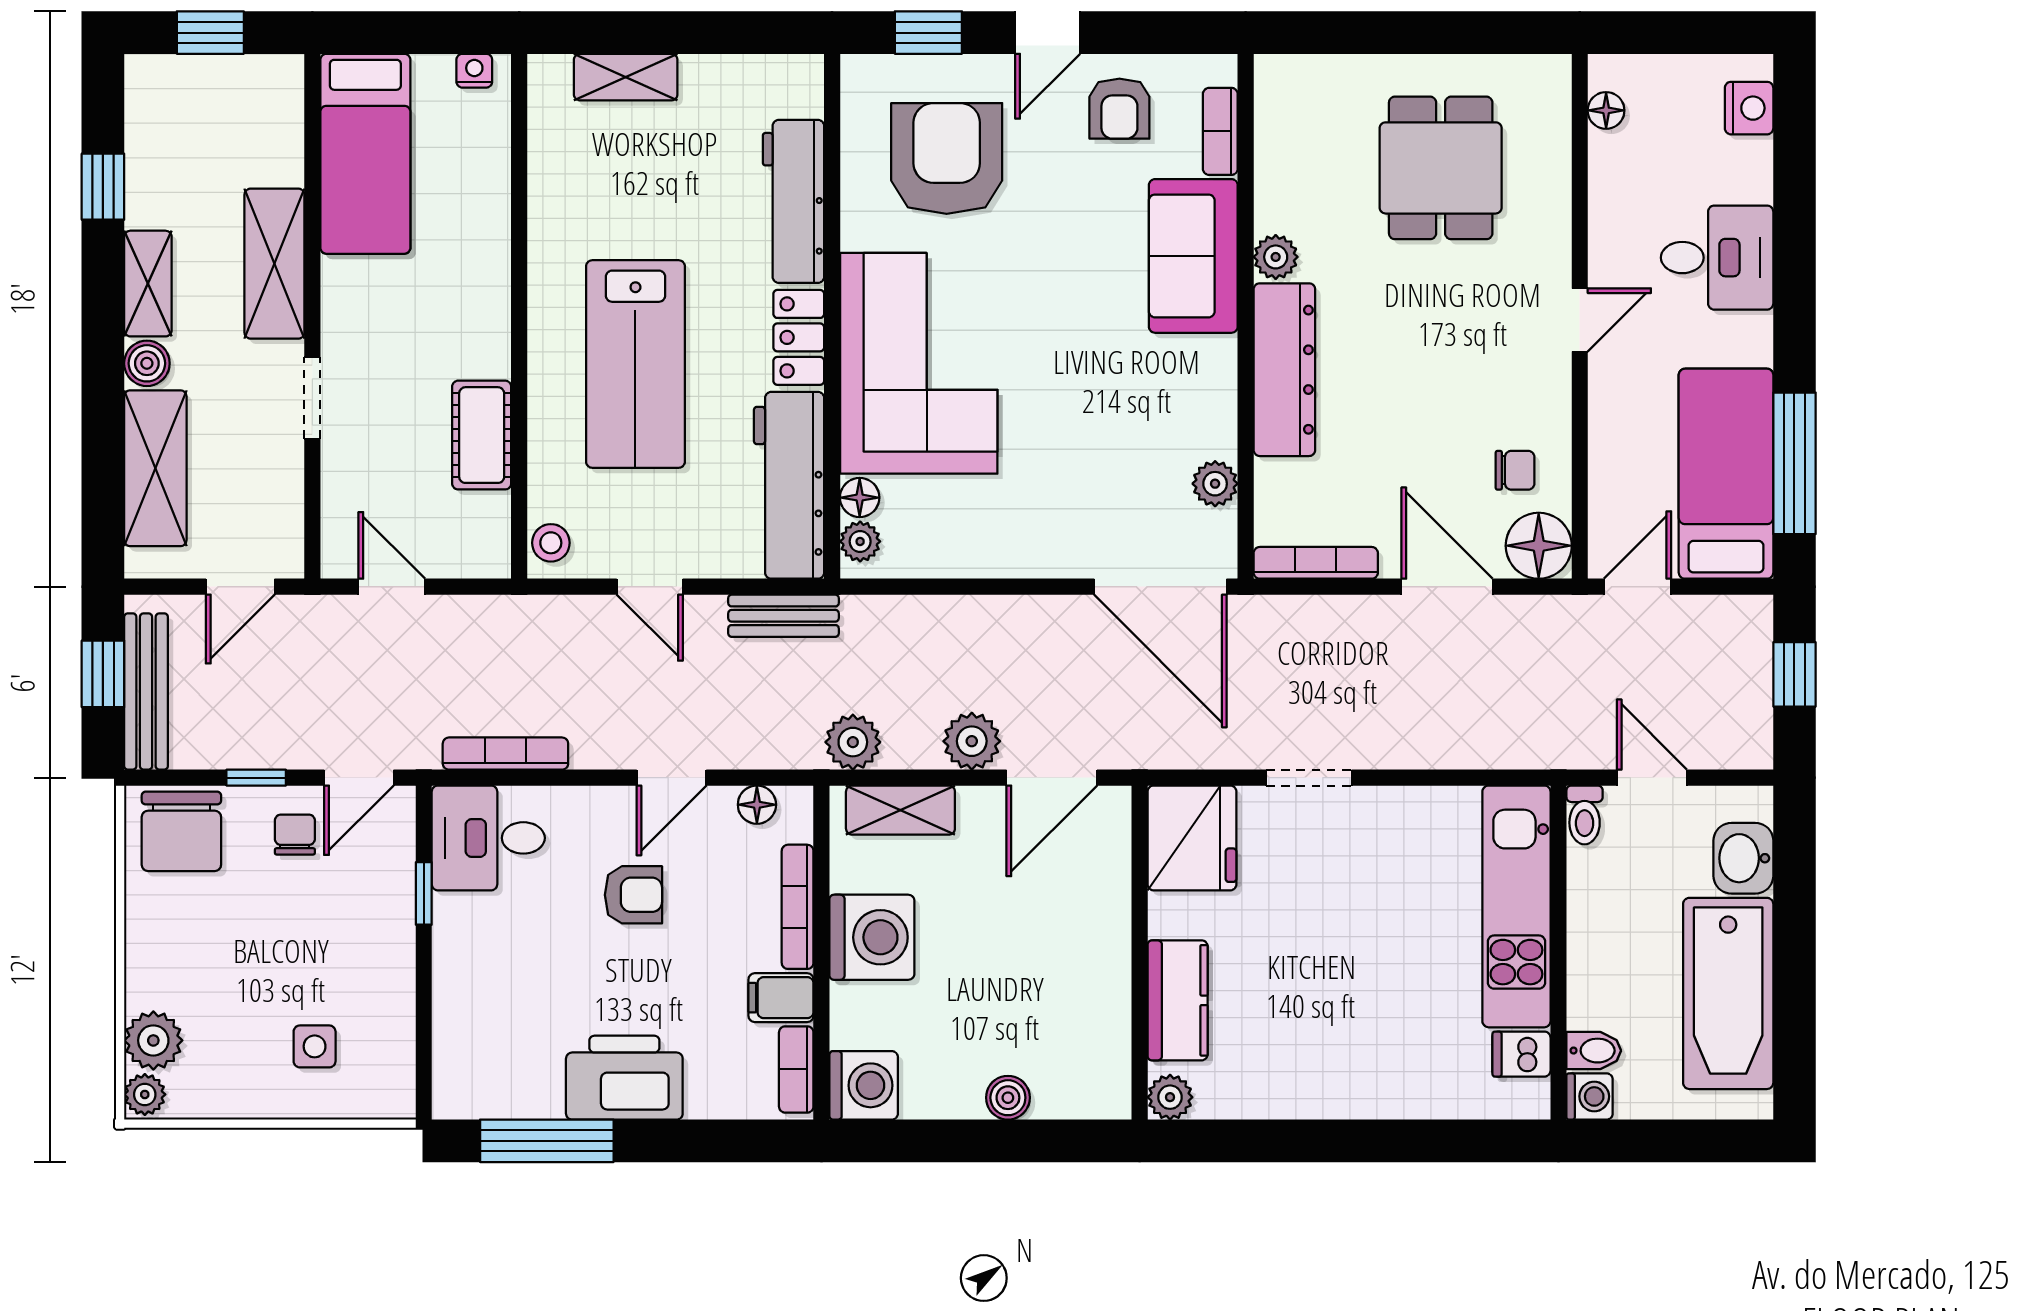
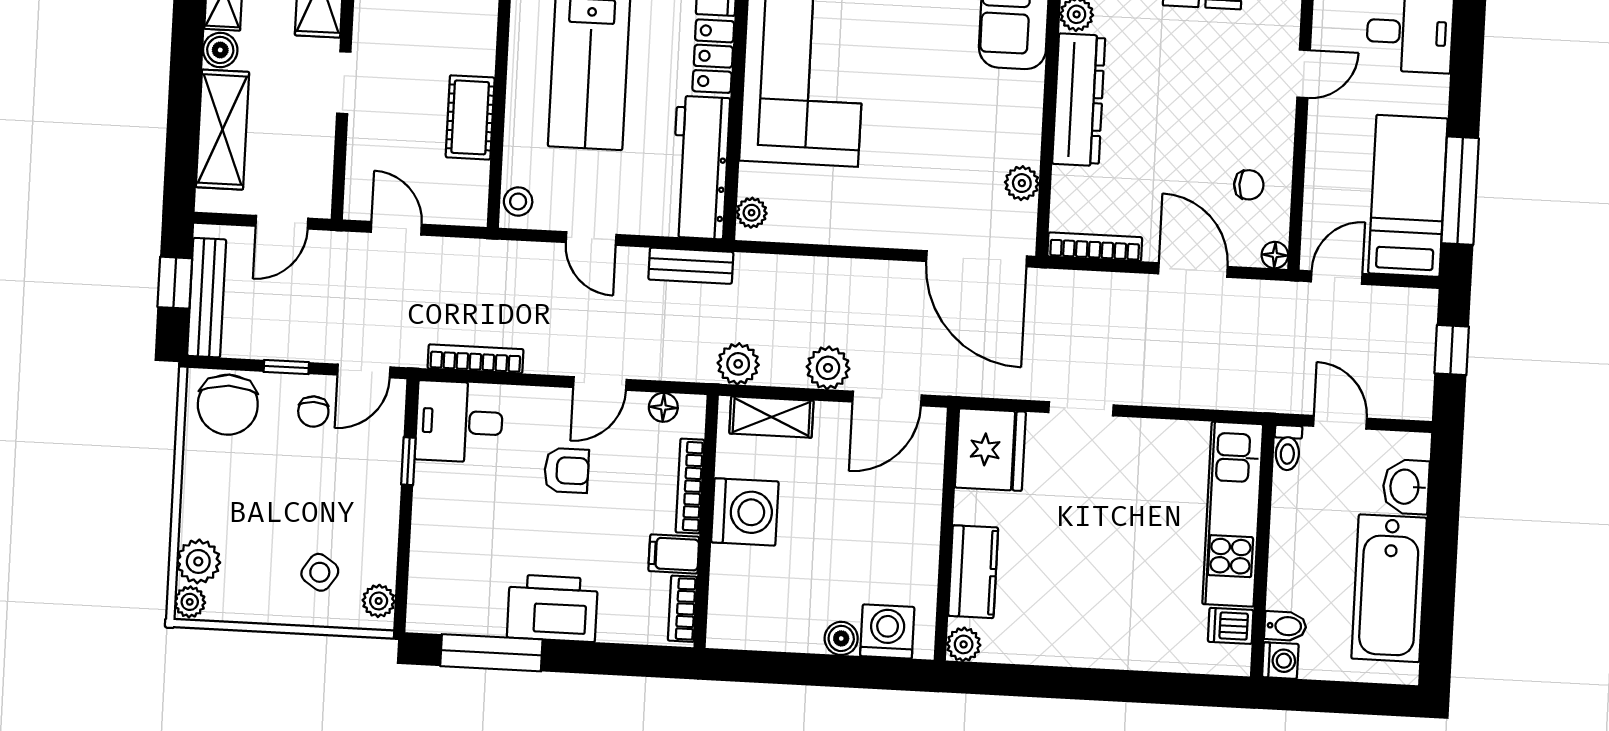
floor lamp: (860, 498) -> (753, 179), removed
floor lamp: (1539, 546) -> (1275, 255), width x0.53, depth x0.53
chair: (295, 835) -> (313, 412), turned 180
side table: (315, 1046) -> (320, 572), turned 34
plant: (394, 1080) -> (379, 601), added
washing machine: (864, 1085) -> (887, 632), moved, turned -90

